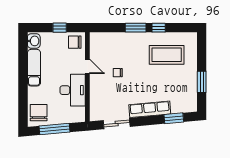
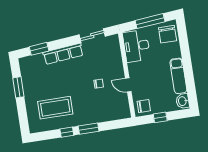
desk: (73, 90) -> (136, 46), moved

